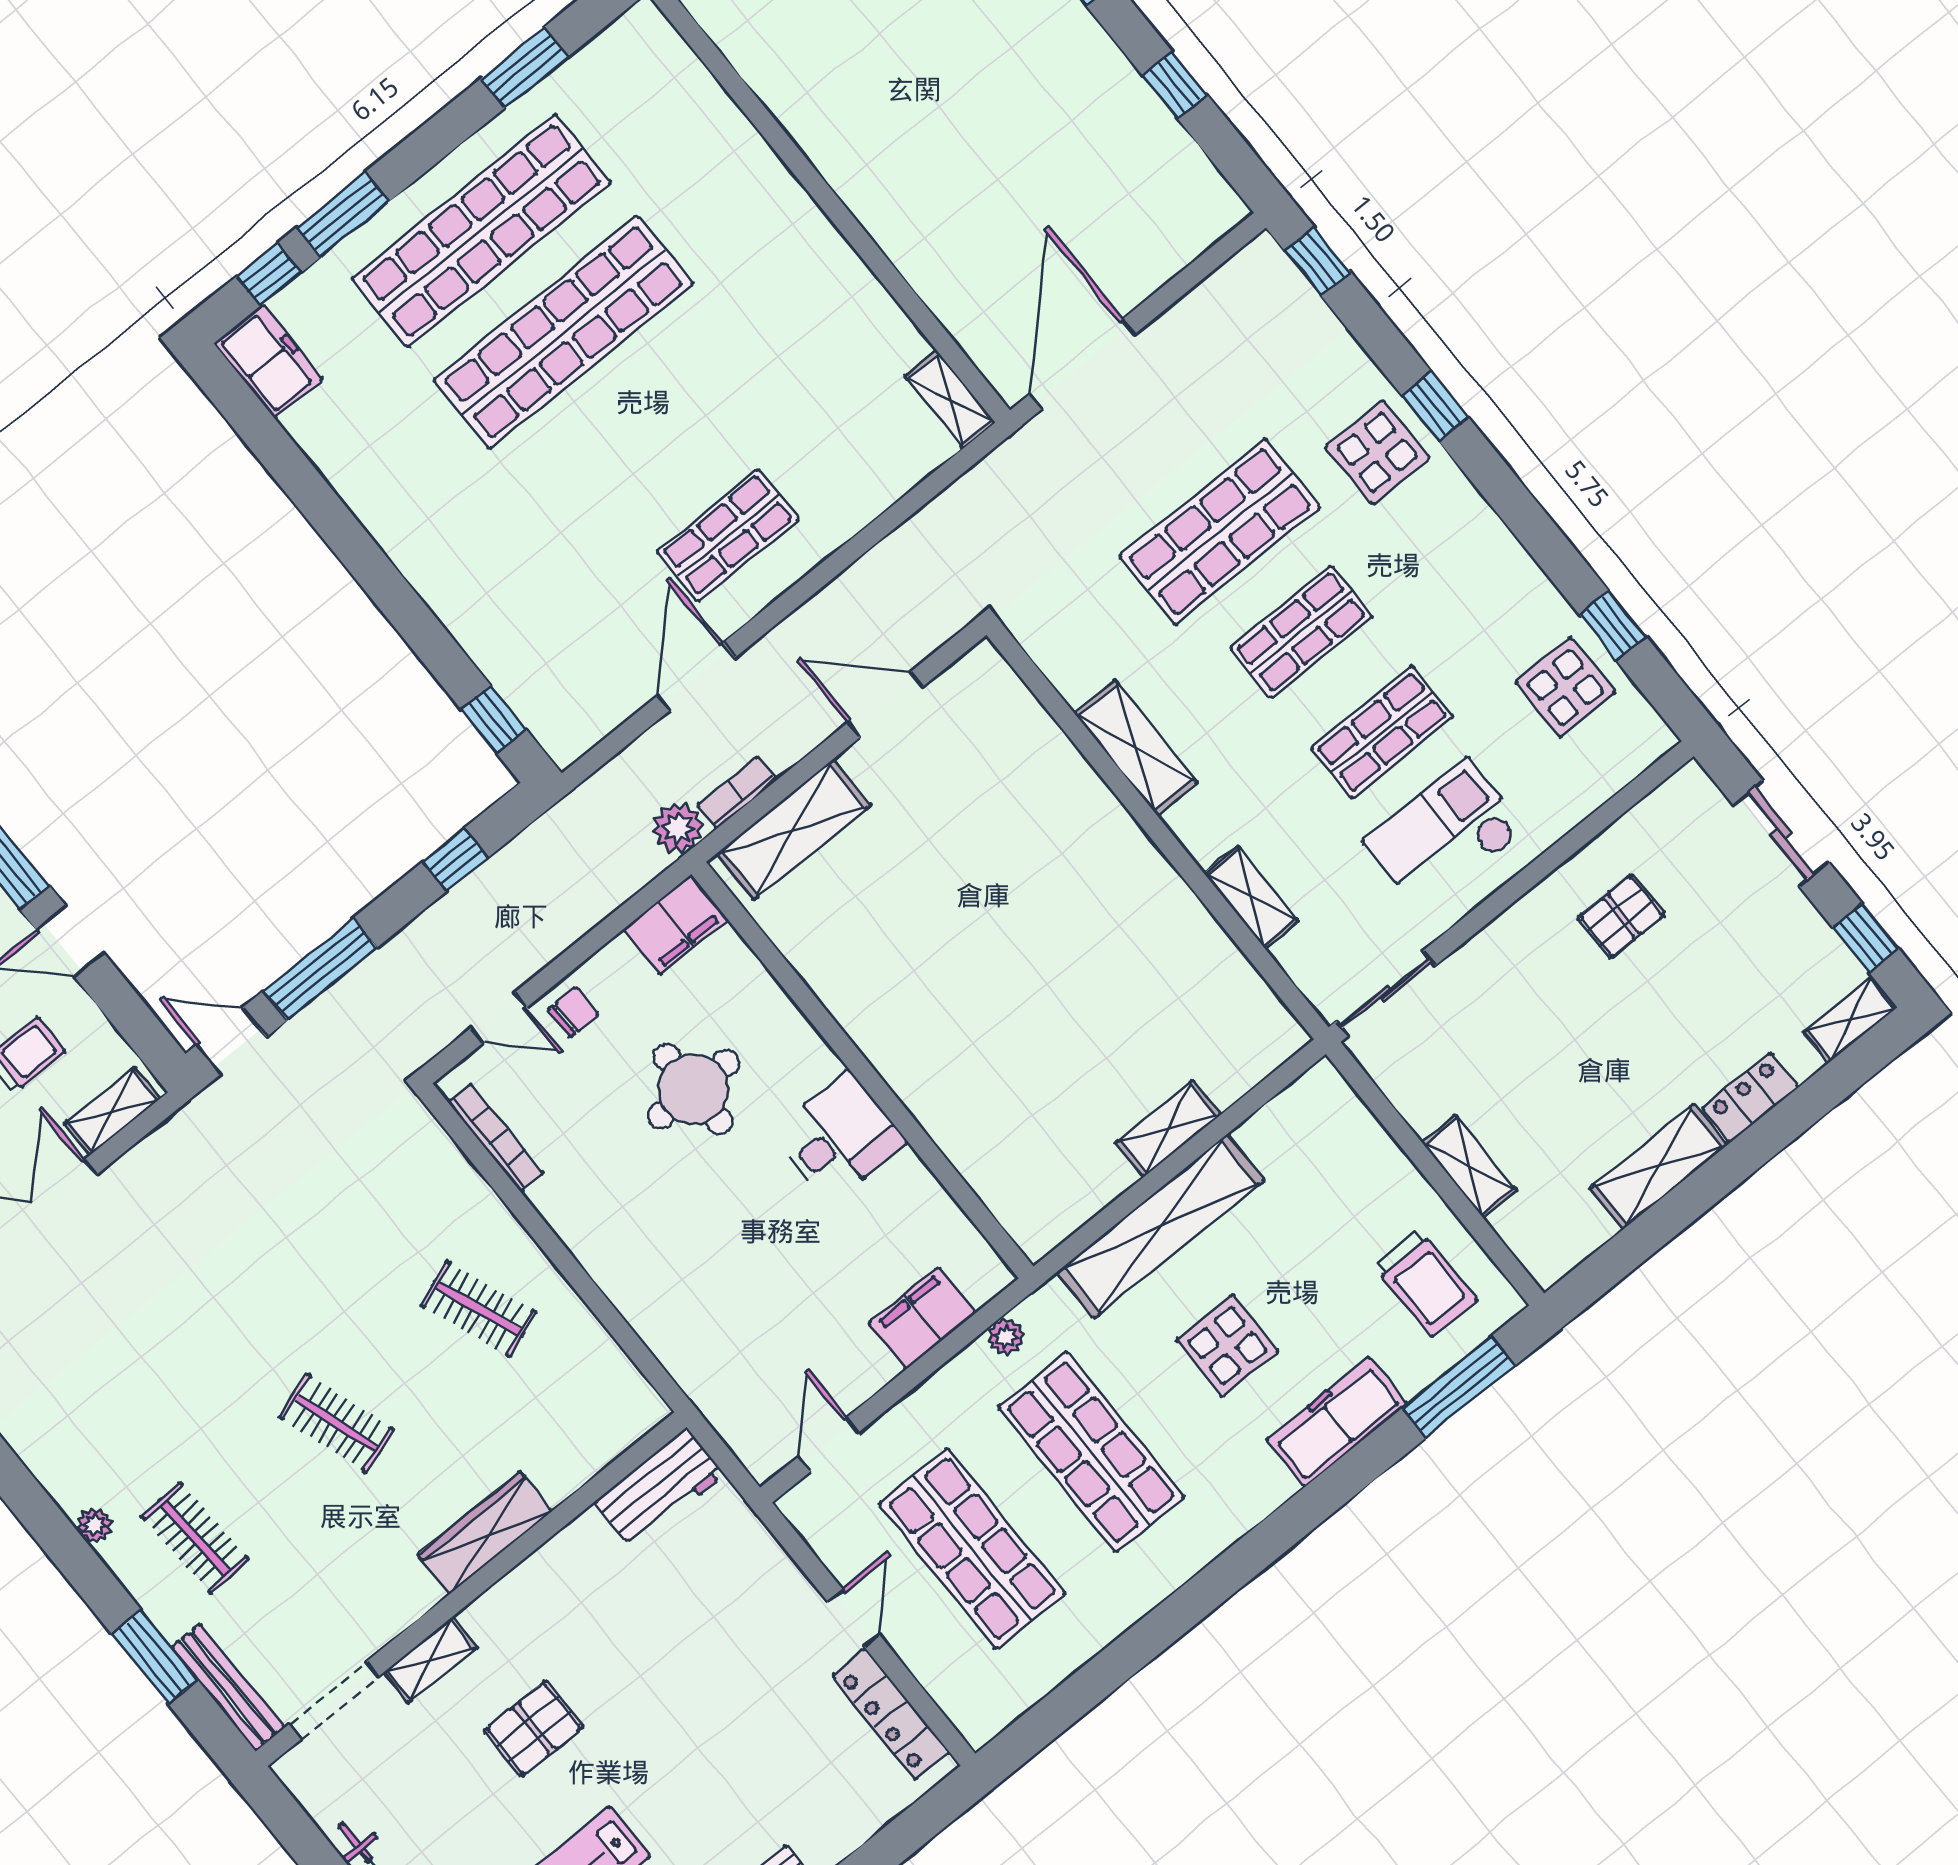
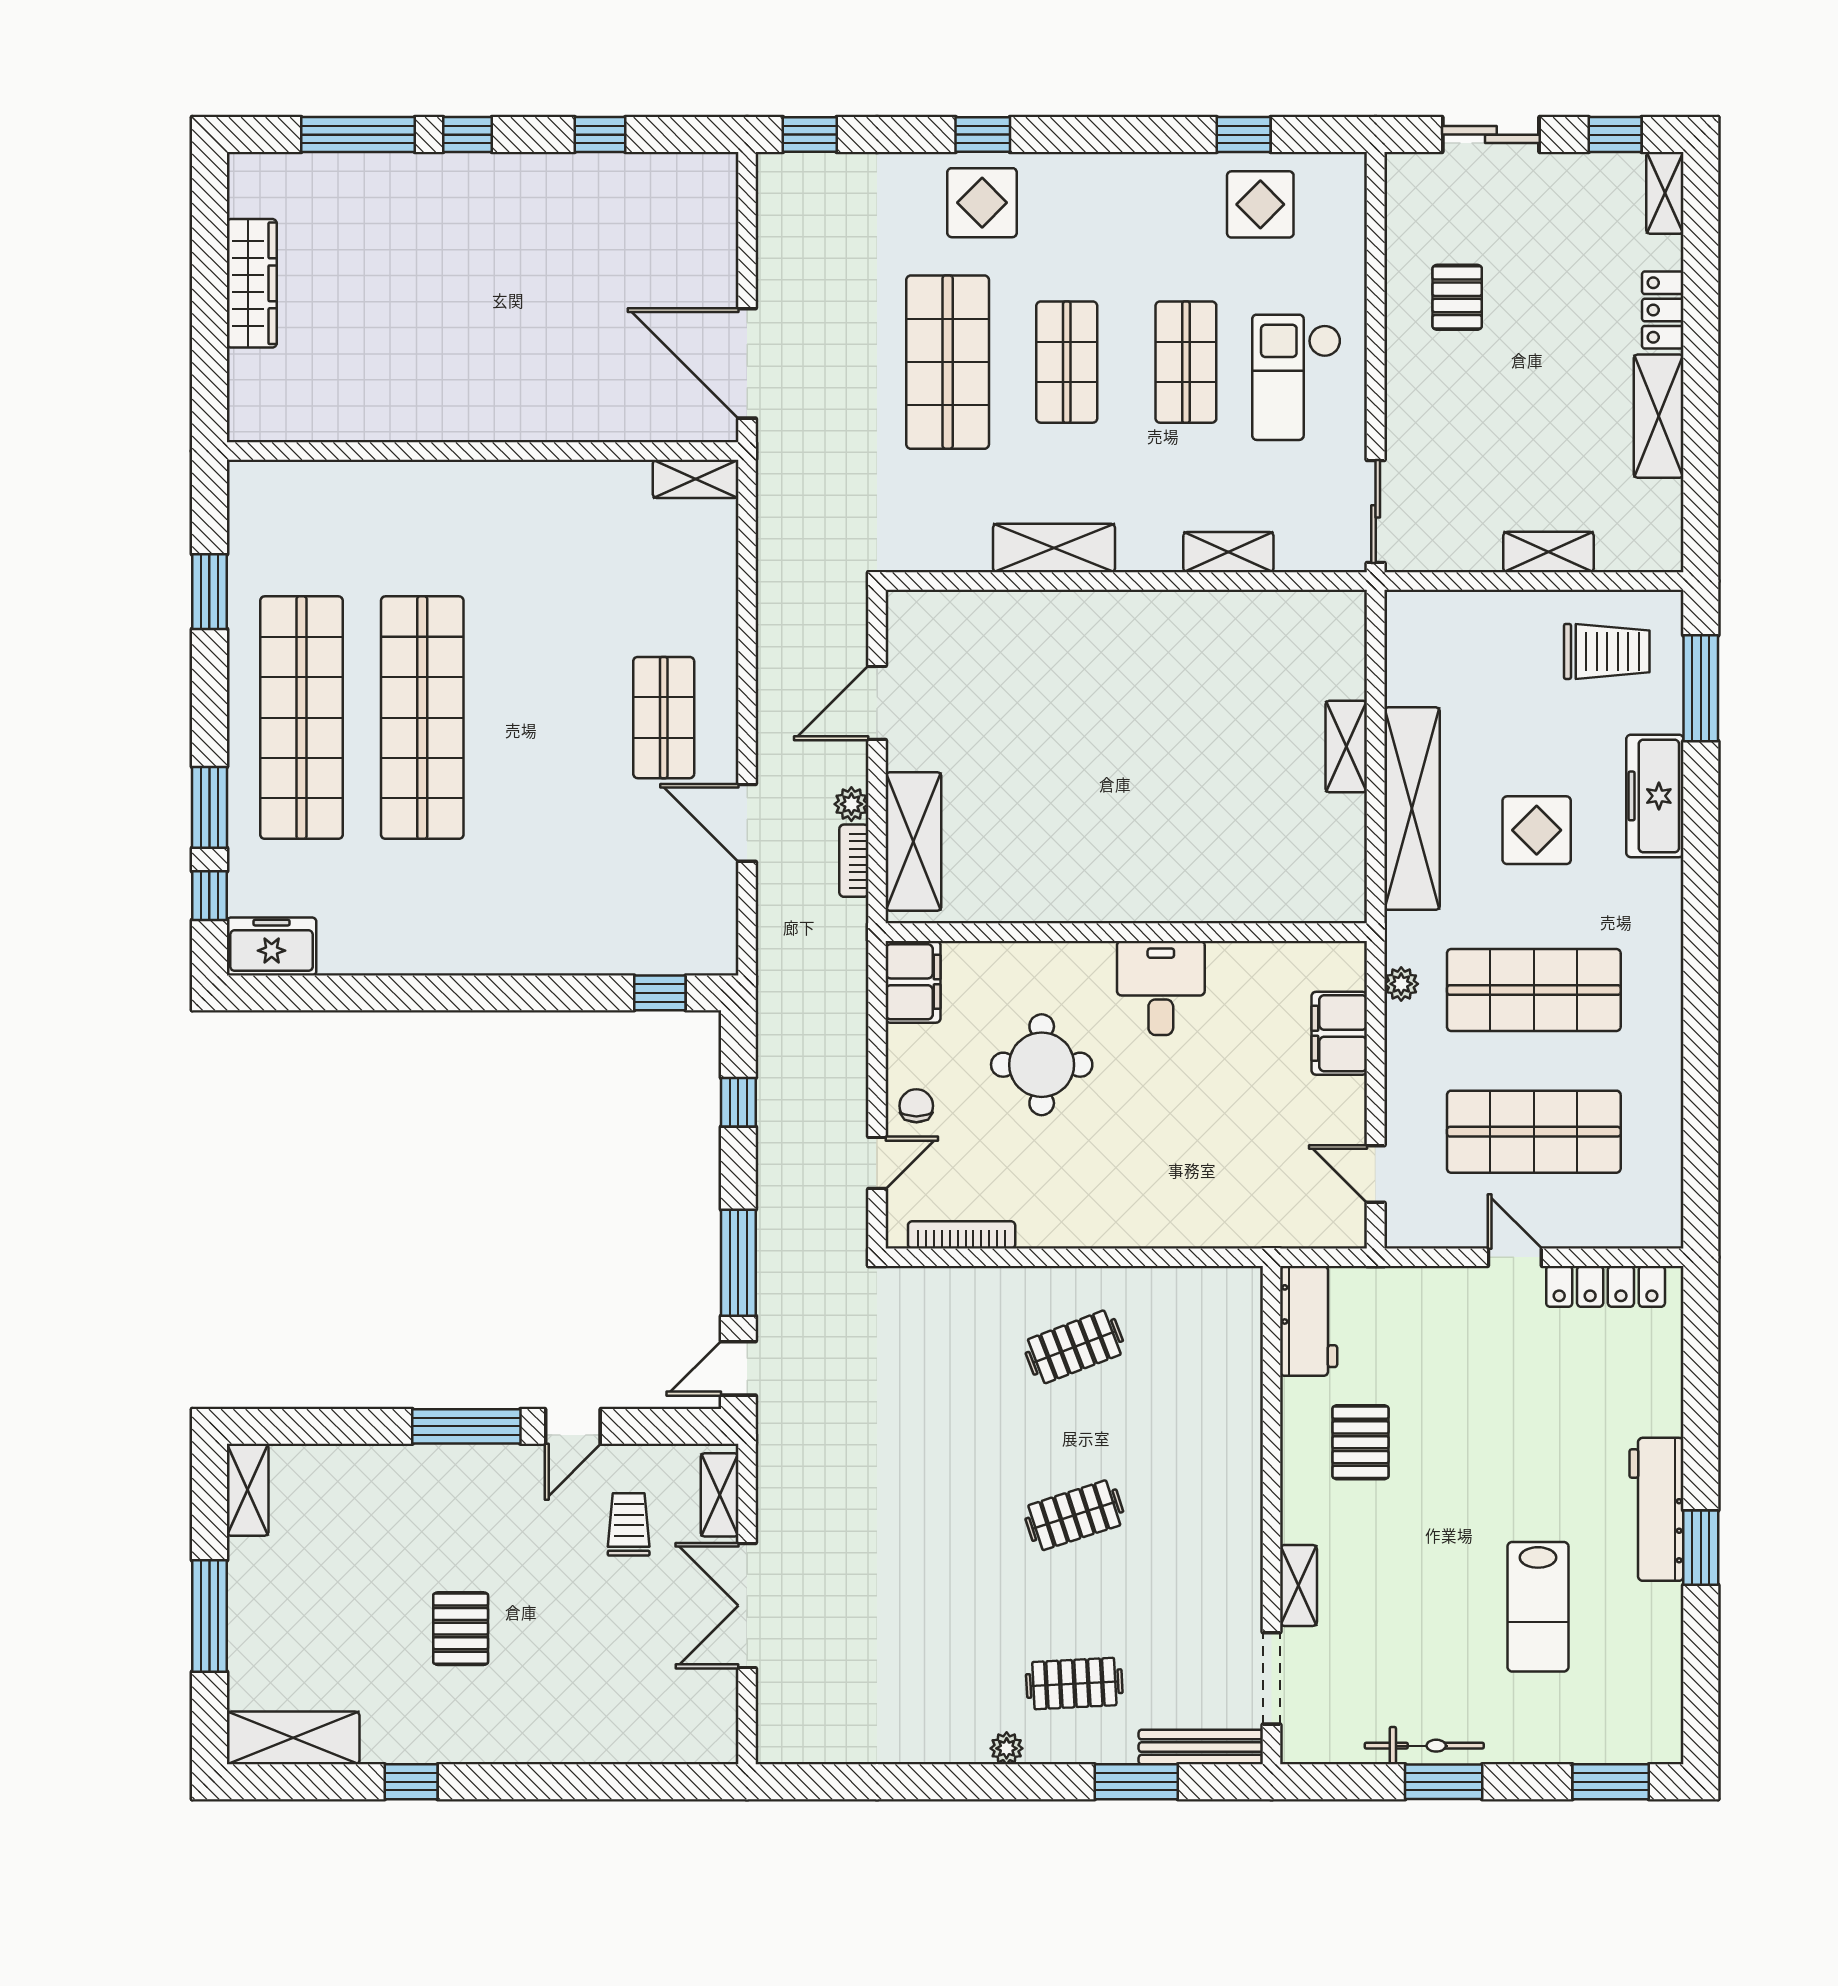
plant: (678, 828) -> (851, 804), moved, width x0.73, depth x0.73
wardrobe: (485, 1533) -> (1239, 1473), removed
pallet: (534, 1729) -> (1360, 1442), moved

